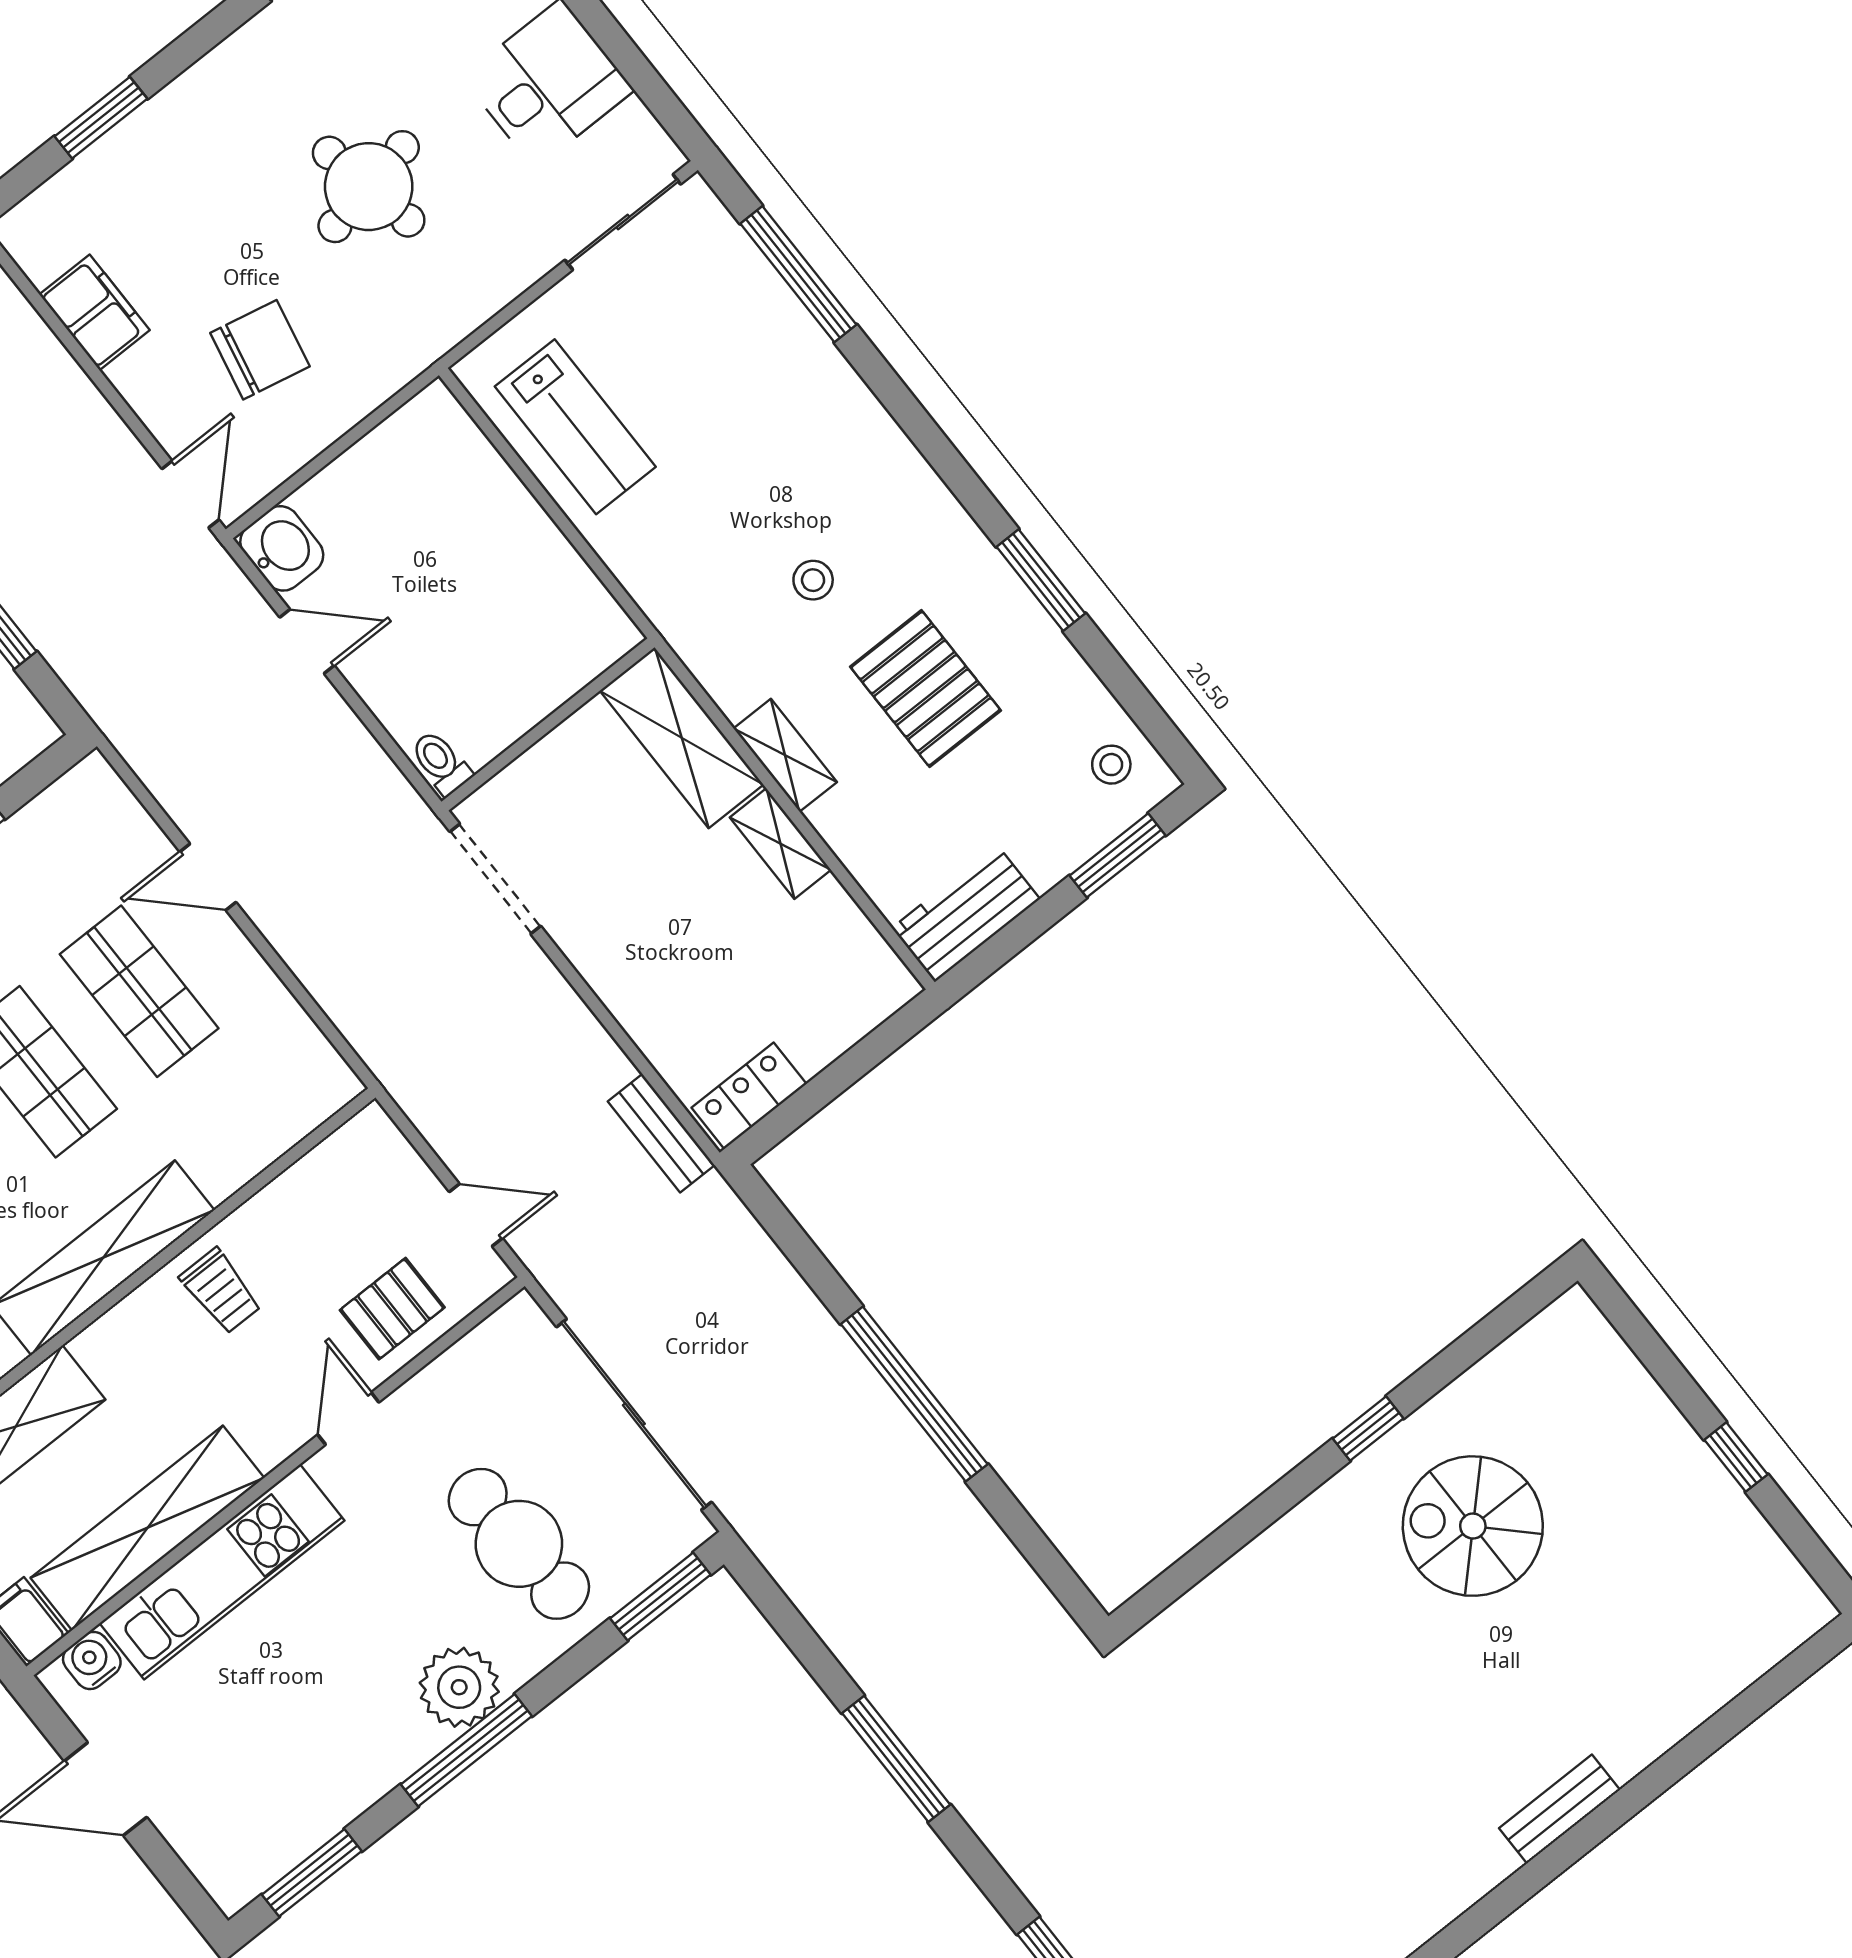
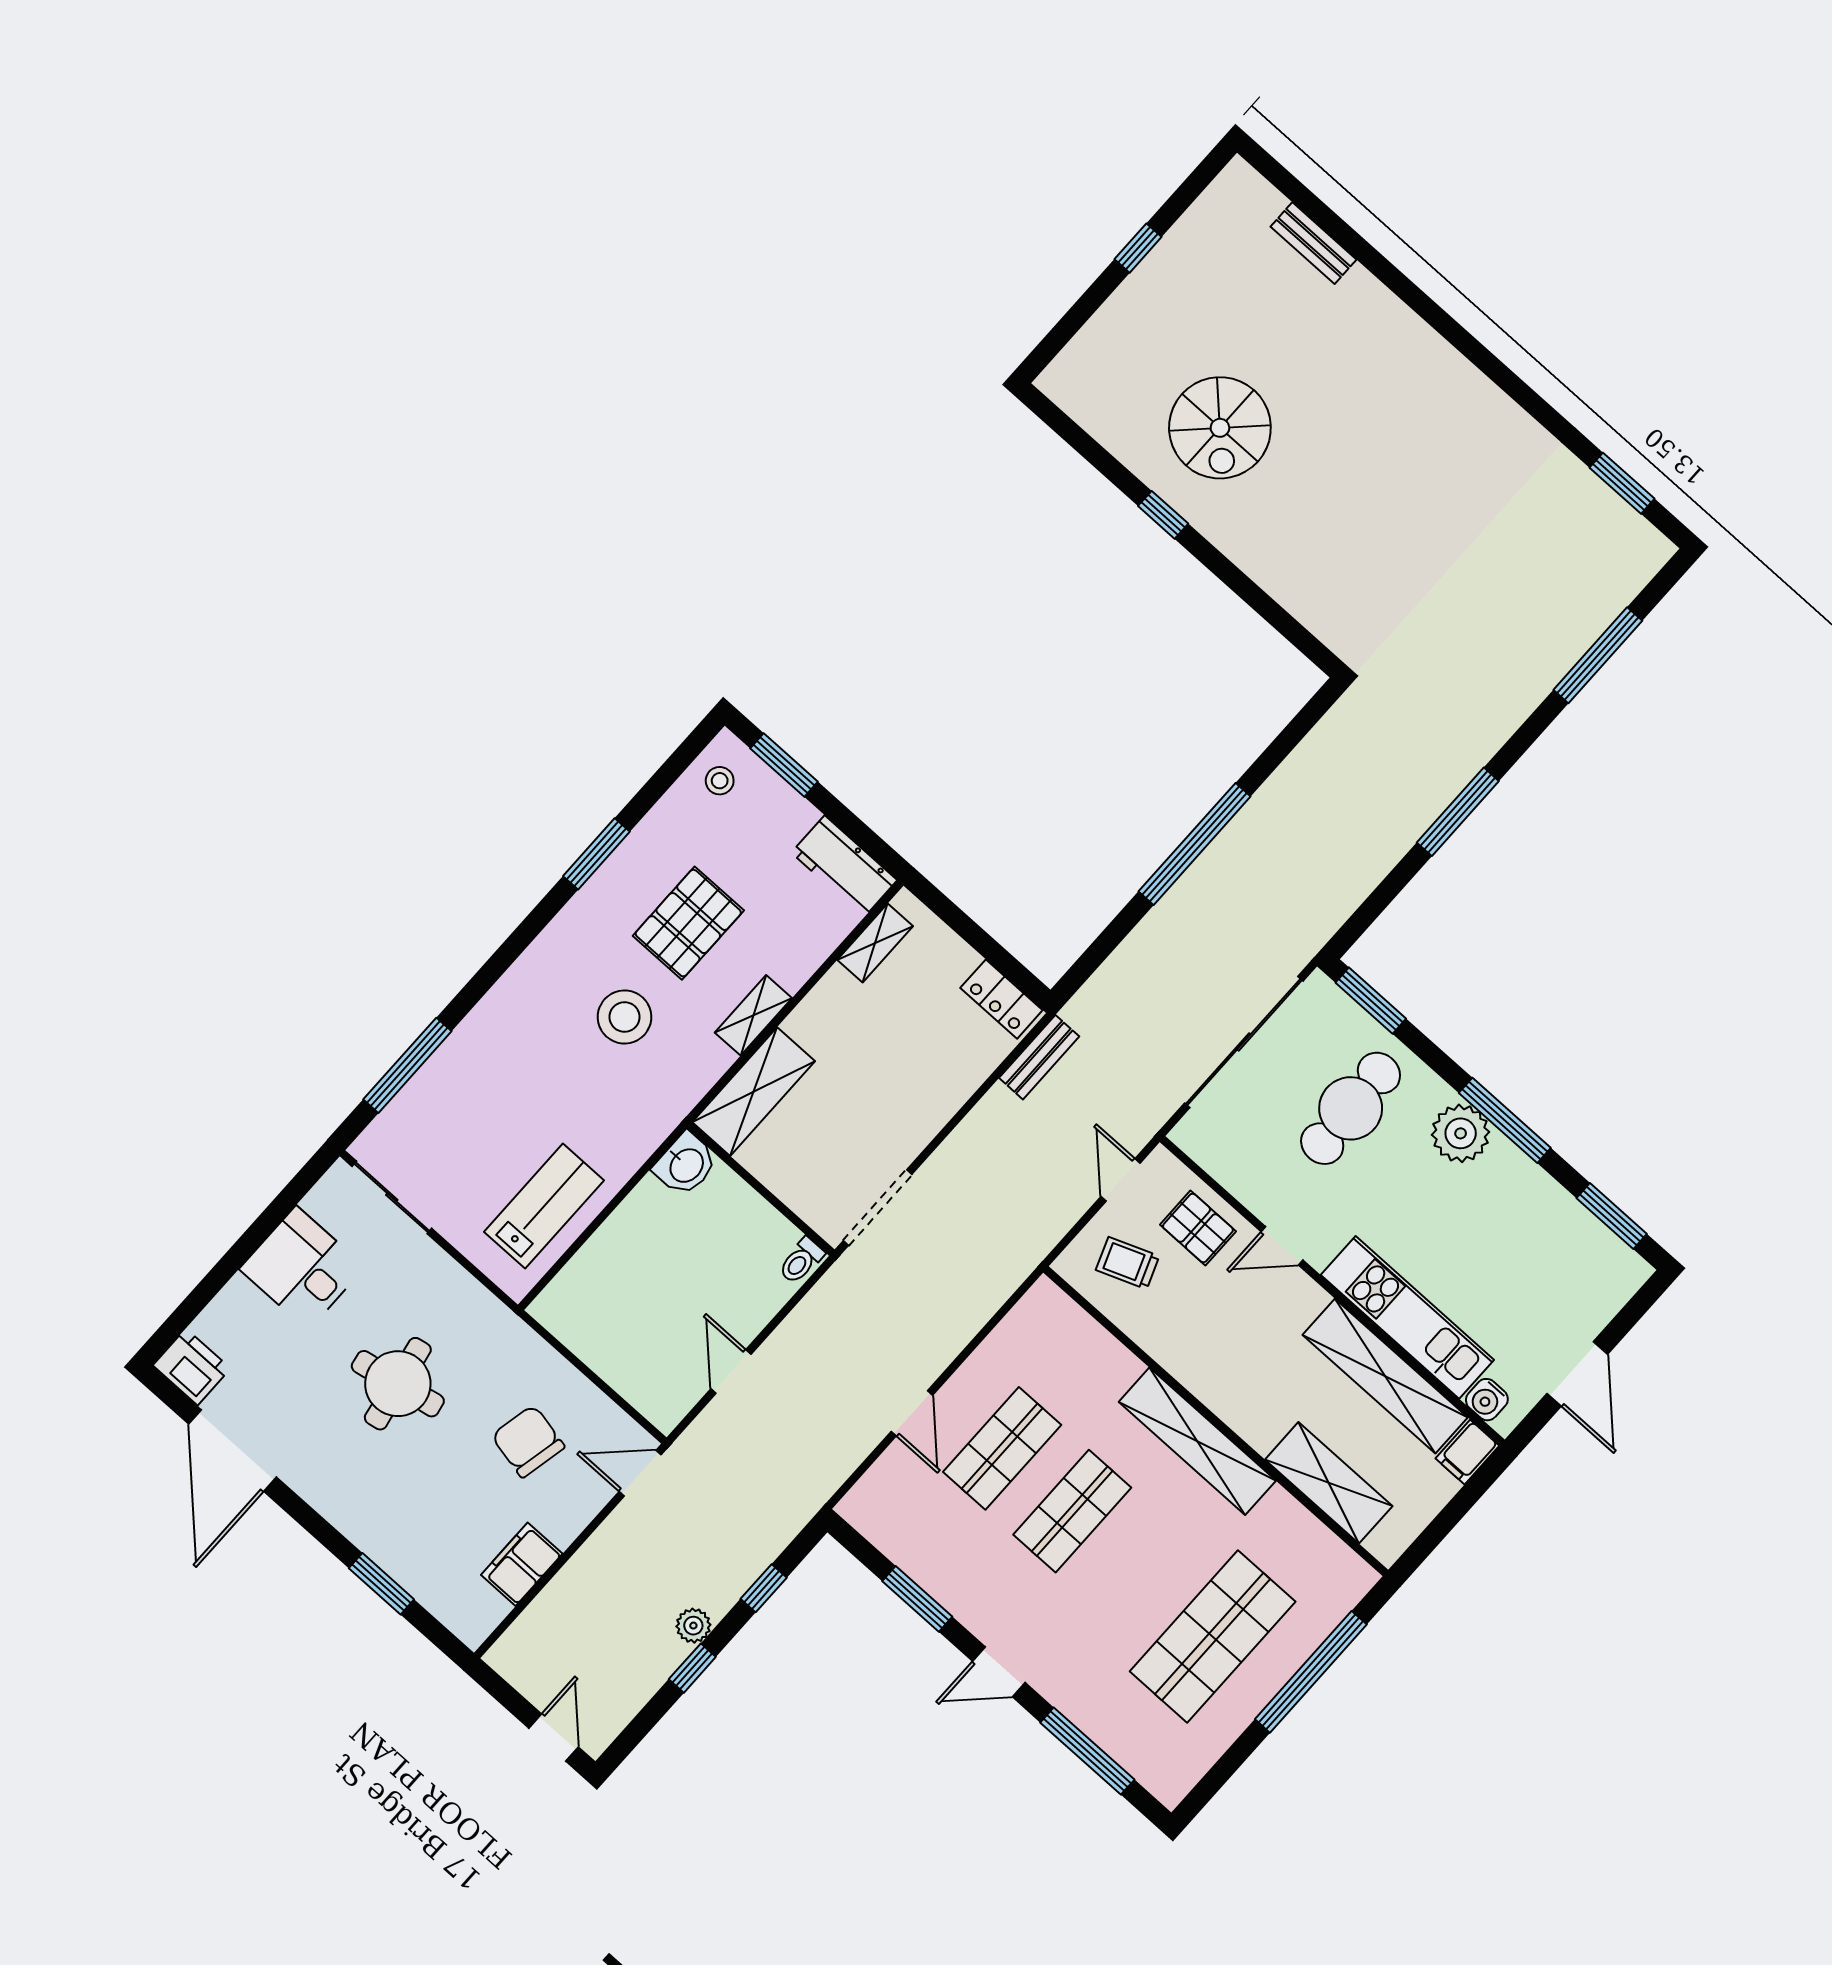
washbasin: (282, 548) -> (686, 1165), moved, turned 180
stool: (813, 580) -> (625, 1017), width x1.89, depth x1.89
shelving: (780, 844) -> (875, 943), moved
trolley: (221, 1291) -> (1128, 1263), moved, turned -111
bench: (1559, 1809) -> (1313, 243), moved

